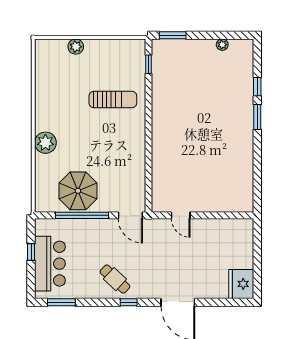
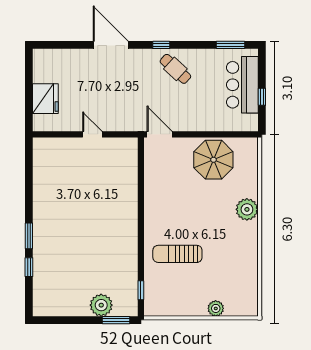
plant: (222, 45) -> (101, 305), moved, width x1.88, depth x1.88
window: (82, 215) -> (209, 134), removed
door: (181, 215) -> (92, 134), moved
fridge: (241, 284) -> (45, 99), moved

